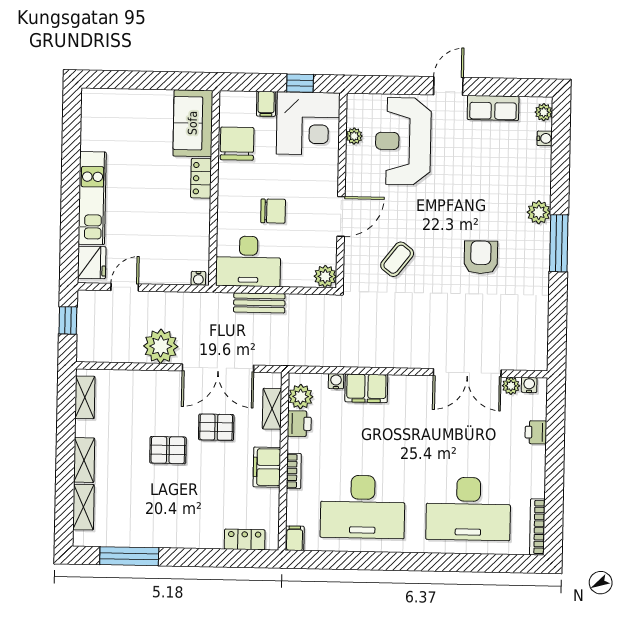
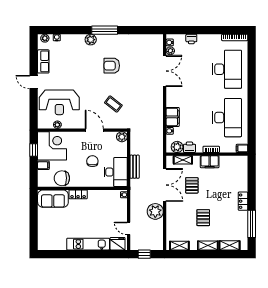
pallet: (168, 450) -> (203, 218), moved
locker: (245, 539) -> (243, 201), moved

